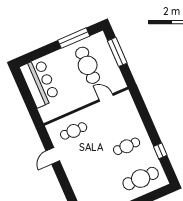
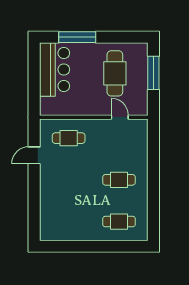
window: (74, 38) -> (77, 37), moved
window: (160, 151) -> (153, 201), removed
cafe table: (141, 179) -> (119, 222), width x0.73, depth x0.74

